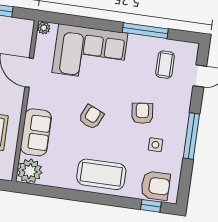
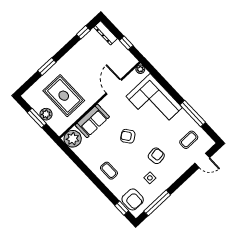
armchair: (91, 117) -> (128, 136), turned -150
window: (191, 136) -> (157, 203), moved
coffee table: (101, 174) -> (109, 171), width x0.54, depth x0.58

